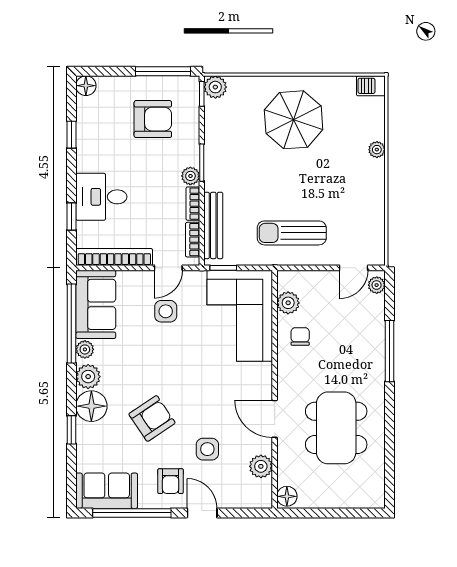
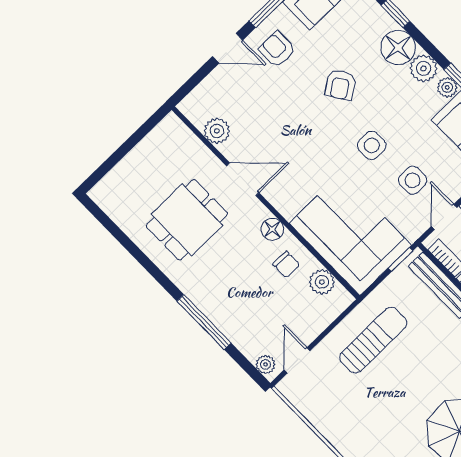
armchair: (152, 418) -> (340, 85), width x0.72, depth x0.72
dining table: (336, 428) -> (187, 220), width x0.73
side table: (207, 449) -> (372, 145), moved
floor lamp: (287, 496) -> (272, 229), moved

